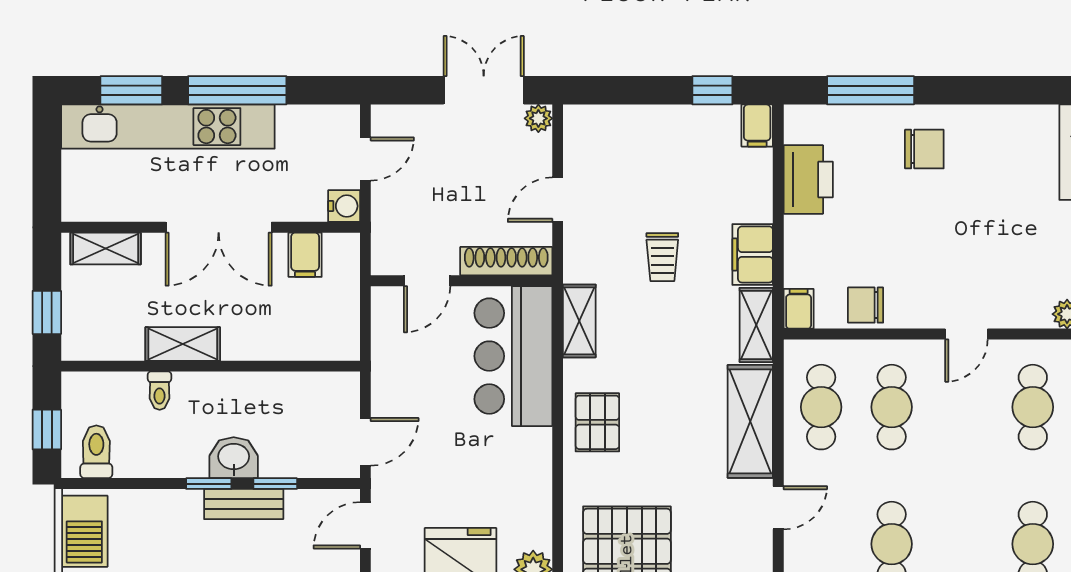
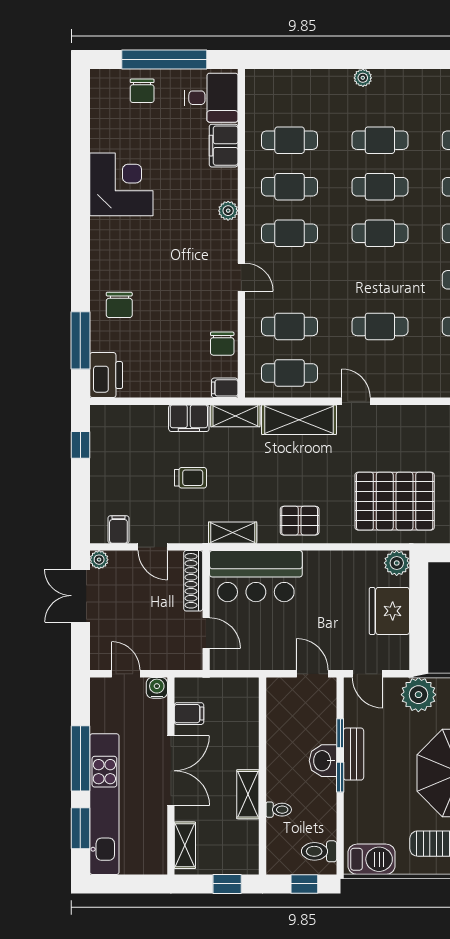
filing cabinet: (757, 126) -> (118, 529), moved, turned -90
chair: (924, 149) -> (119, 305), turned 180
printer: (808, 180) -> (106, 375), moved, turned 90

